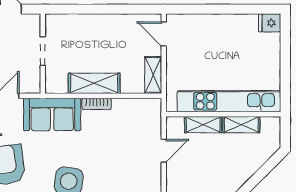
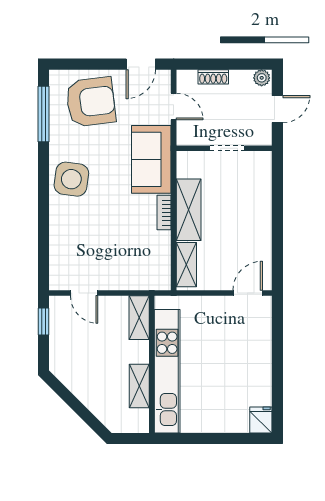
shelving: (153, 75) -> (186, 265), moved, turned 90
shelving: (203, 125) -> (139, 318), moved
door: (164, 151) -> (84, 293), moved

